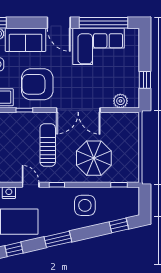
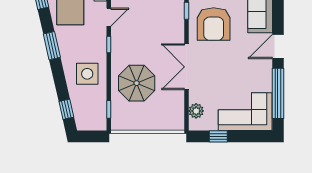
corner sofa: (99, 46) -> (245, 112), moved, turned 90
armchair: (37, 84) -> (214, 24), turned 180
sun lounger: (48, 145) -> (150, 35), removed

